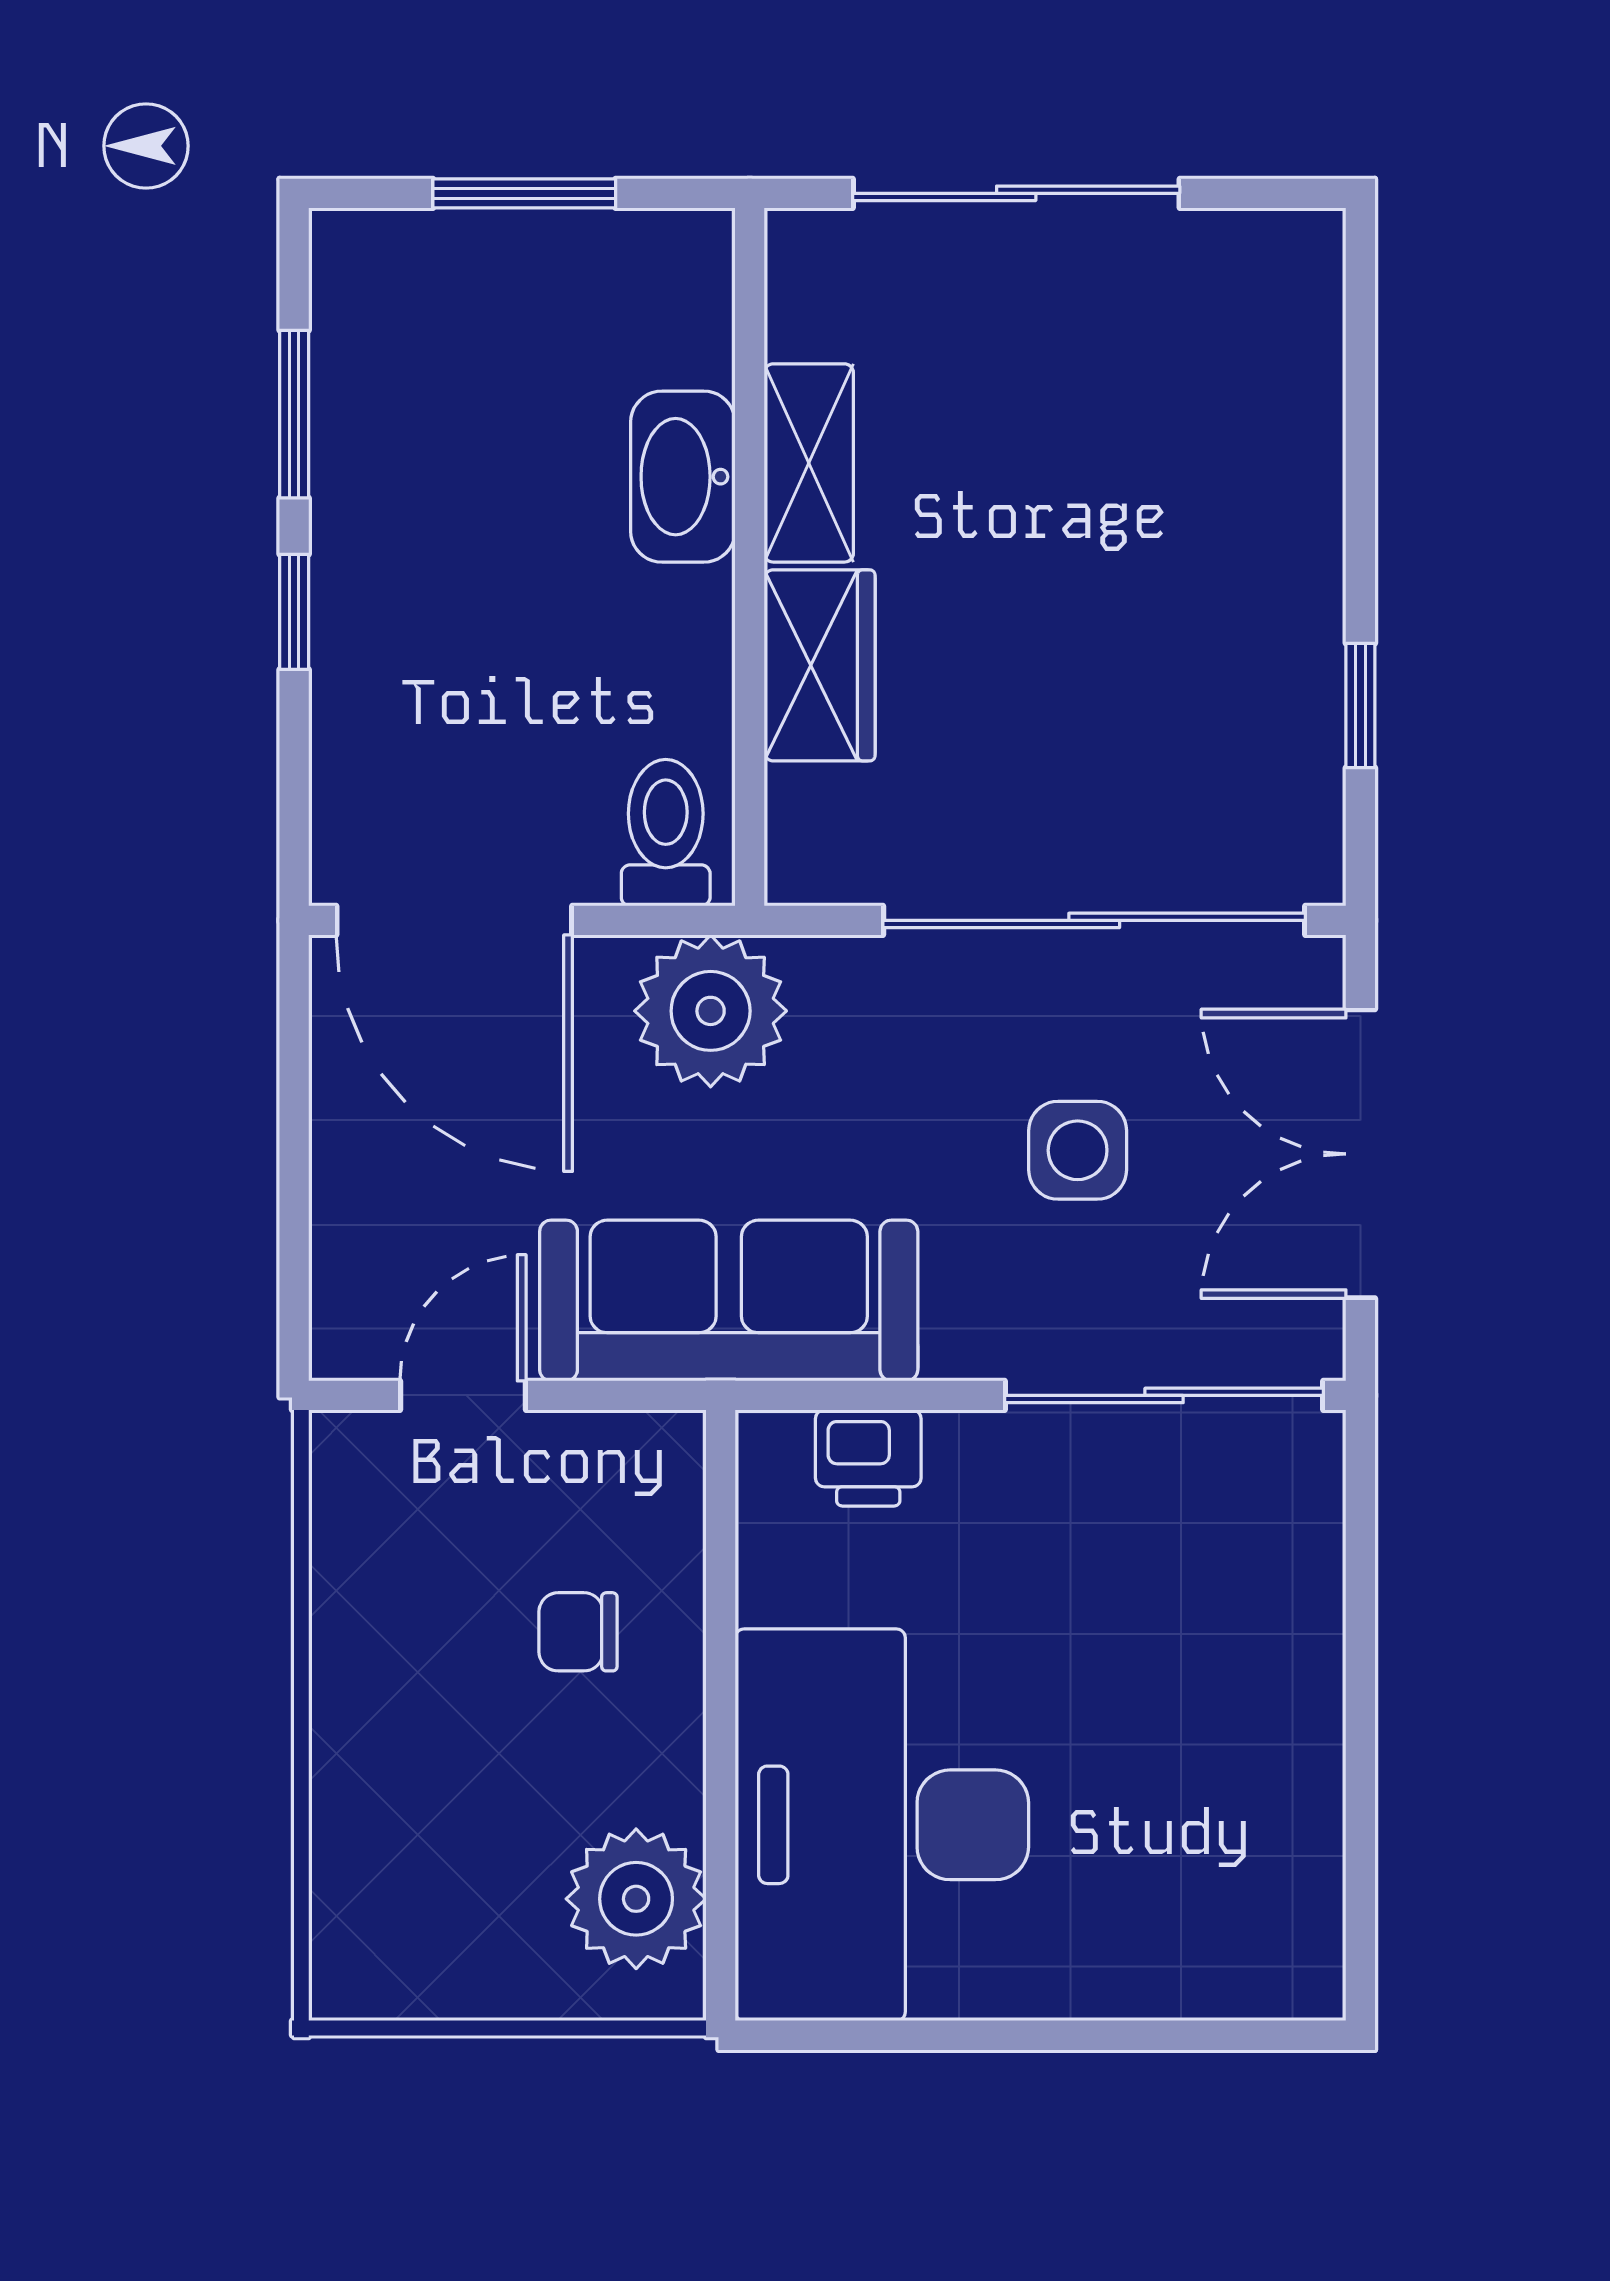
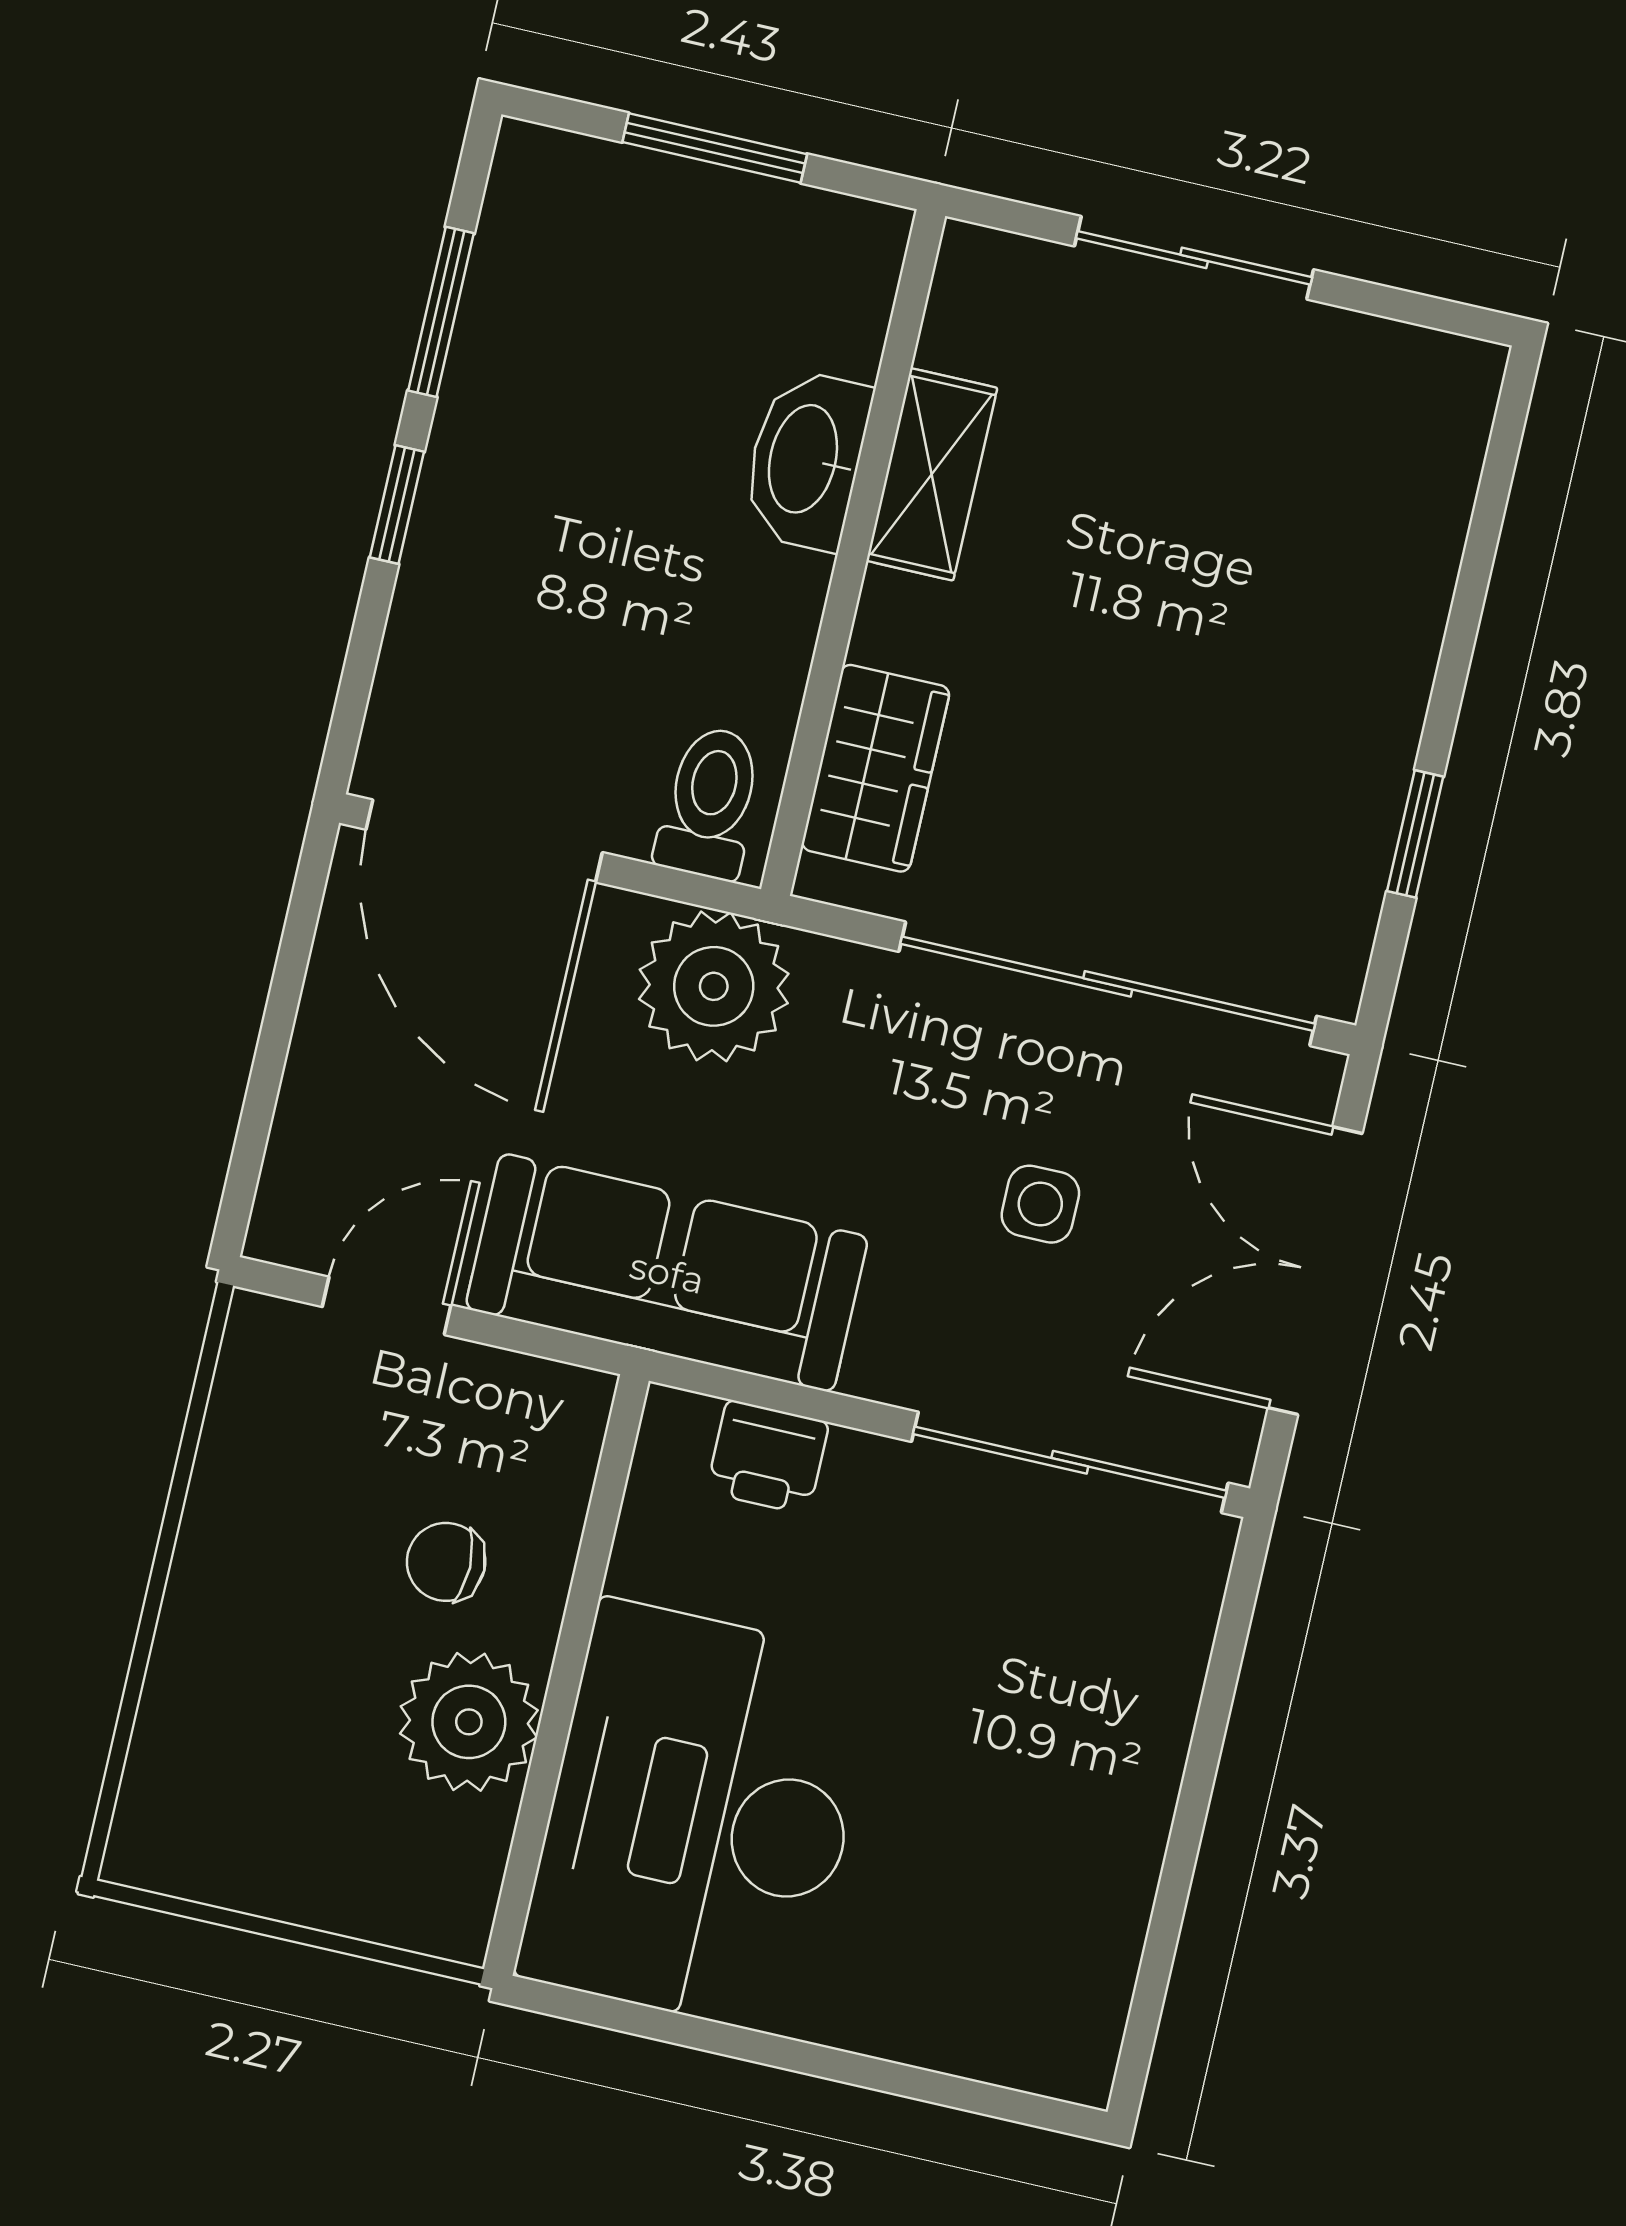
sliding door: (1016, 193) -> (1194, 258), width x0.73
wardrobe: (820, 665) -> (876, 768), moved
side table: (1078, 1150) -> (1040, 1204), width x0.73, depth x0.73
plant: (636, 1899) -> (469, 1722), moved

